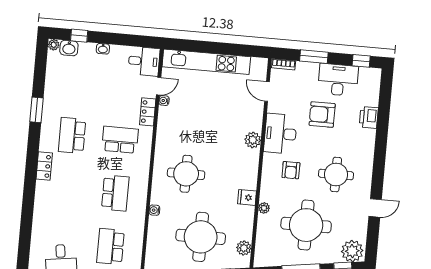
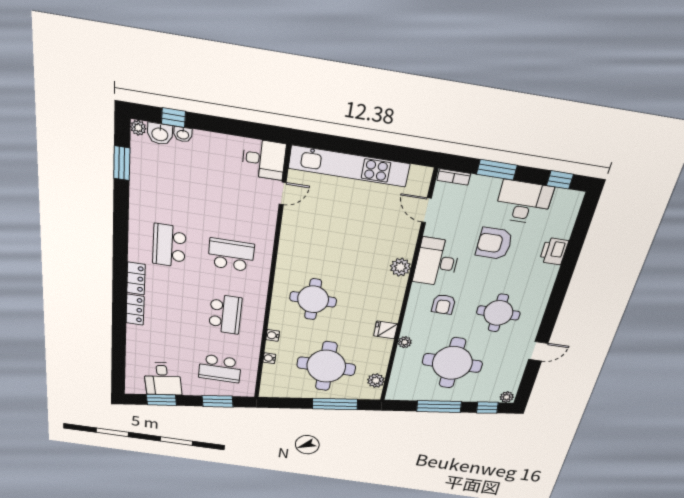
washbasin: (103, 49) -> (183, 134), moved
water cooler: (164, 101) -> (269, 358), moved
window: (36, 110) -> (122, 163), moved
locker: (148, 112) -> (135, 310), moved, turned 180
school desk: (111, 247) -> (220, 369), turned -90
plant: (352, 251) -> (507, 397), width x0.53, depth x0.53

